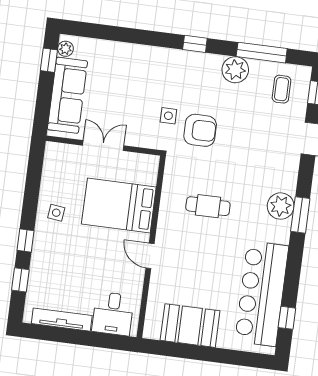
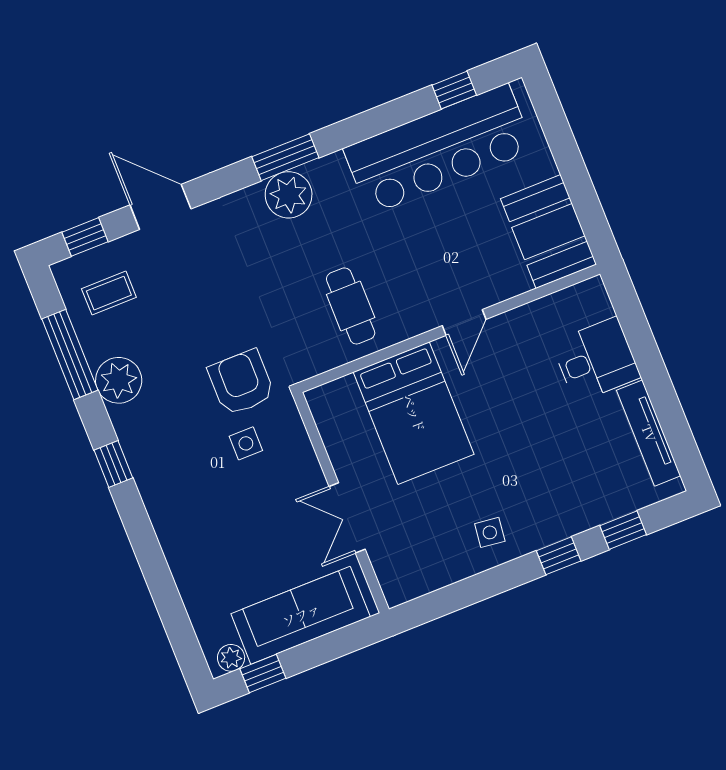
bed: (119, 205) -> (414, 413), moved
wall: (151, 247) -> (449, 328), moved
door: (150, 256) -> (464, 323), moved

